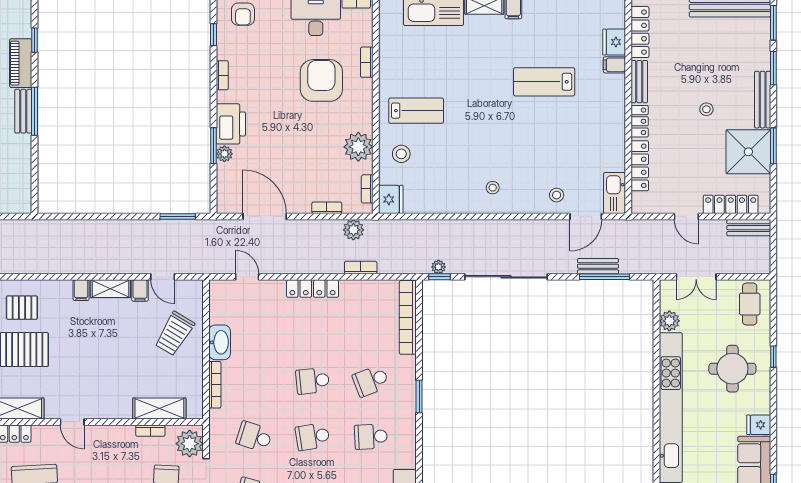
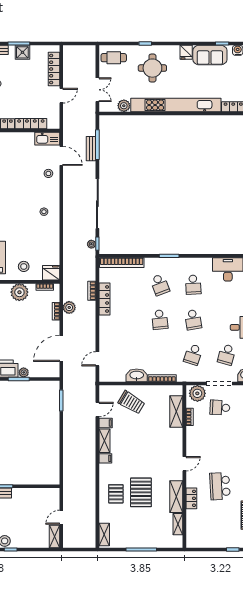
shower: (748, 152) -> (22, 52), width x0.54, depth x0.54
bench: (749, 228) -> (68, 58), removed
plant: (353, 230) -> (69, 307), moved
locker: (313, 289) -> (104, 299), moved

